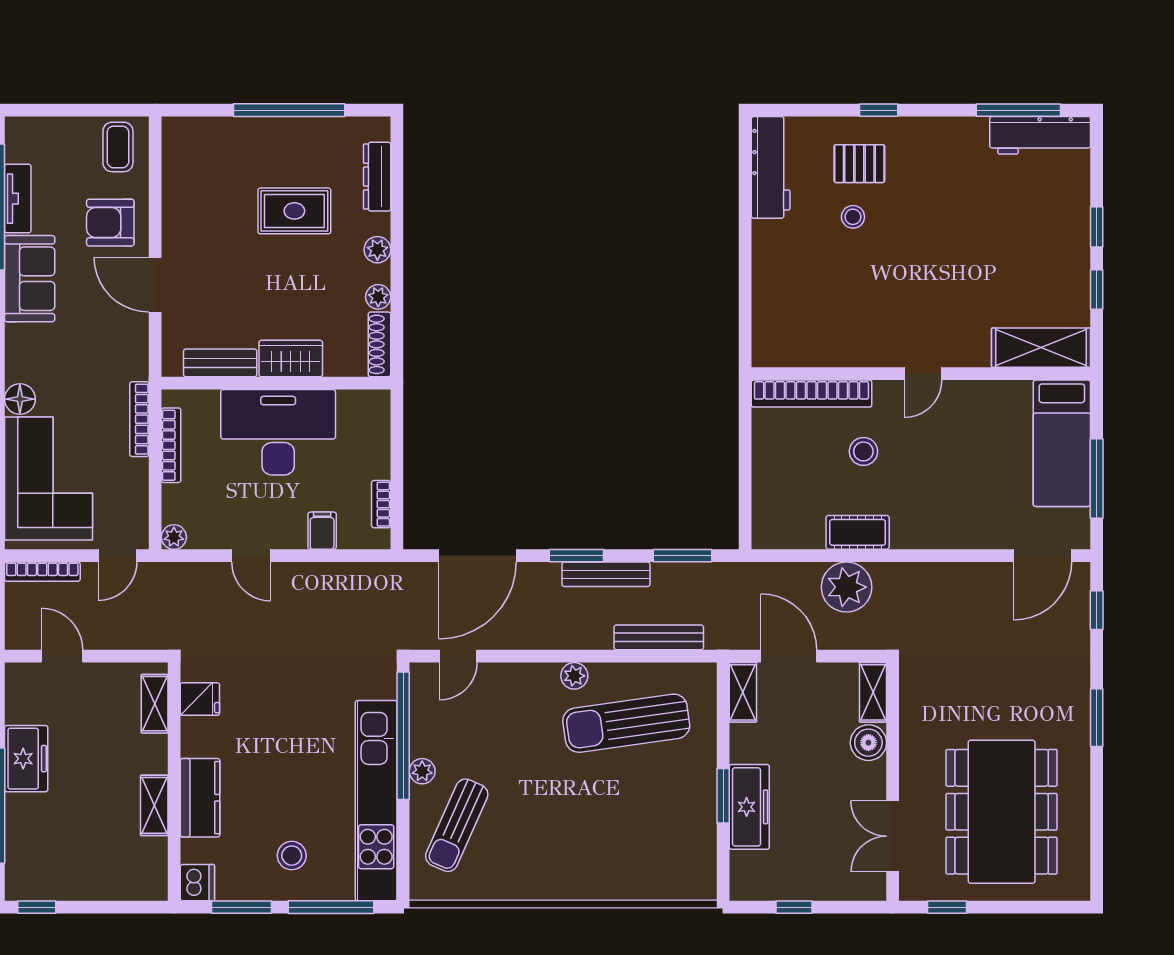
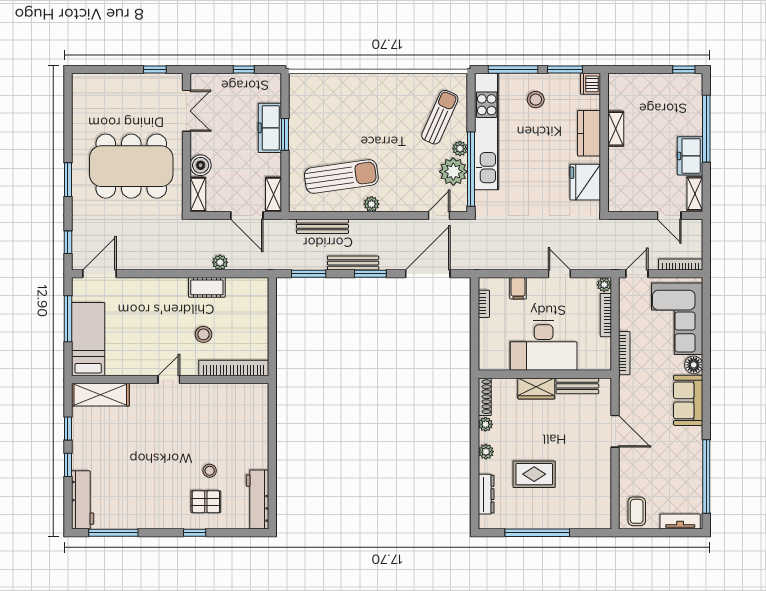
workbench: (1040, 135) -> (83, 500), moved, turned 90
tv unit: (18, 199) -> (680, 522), moved, turned 90
armchair: (110, 223) -> (641, 467), removed
sofa: (30, 279) -> (688, 400), moved
bookcase: (171, 445) -> (606, 315), moved
plant: (847, 587) -> (220, 262), width x0.53, depth x0.53
fridge: (200, 699) -> (585, 182), width x1.88, depth x1.34
shelving: (155, 704) -> (695, 194), moved
plant: (434, 732) -> (453, 172), added
dining table: (1002, 812) -> (131, 166), moved, turned 90

